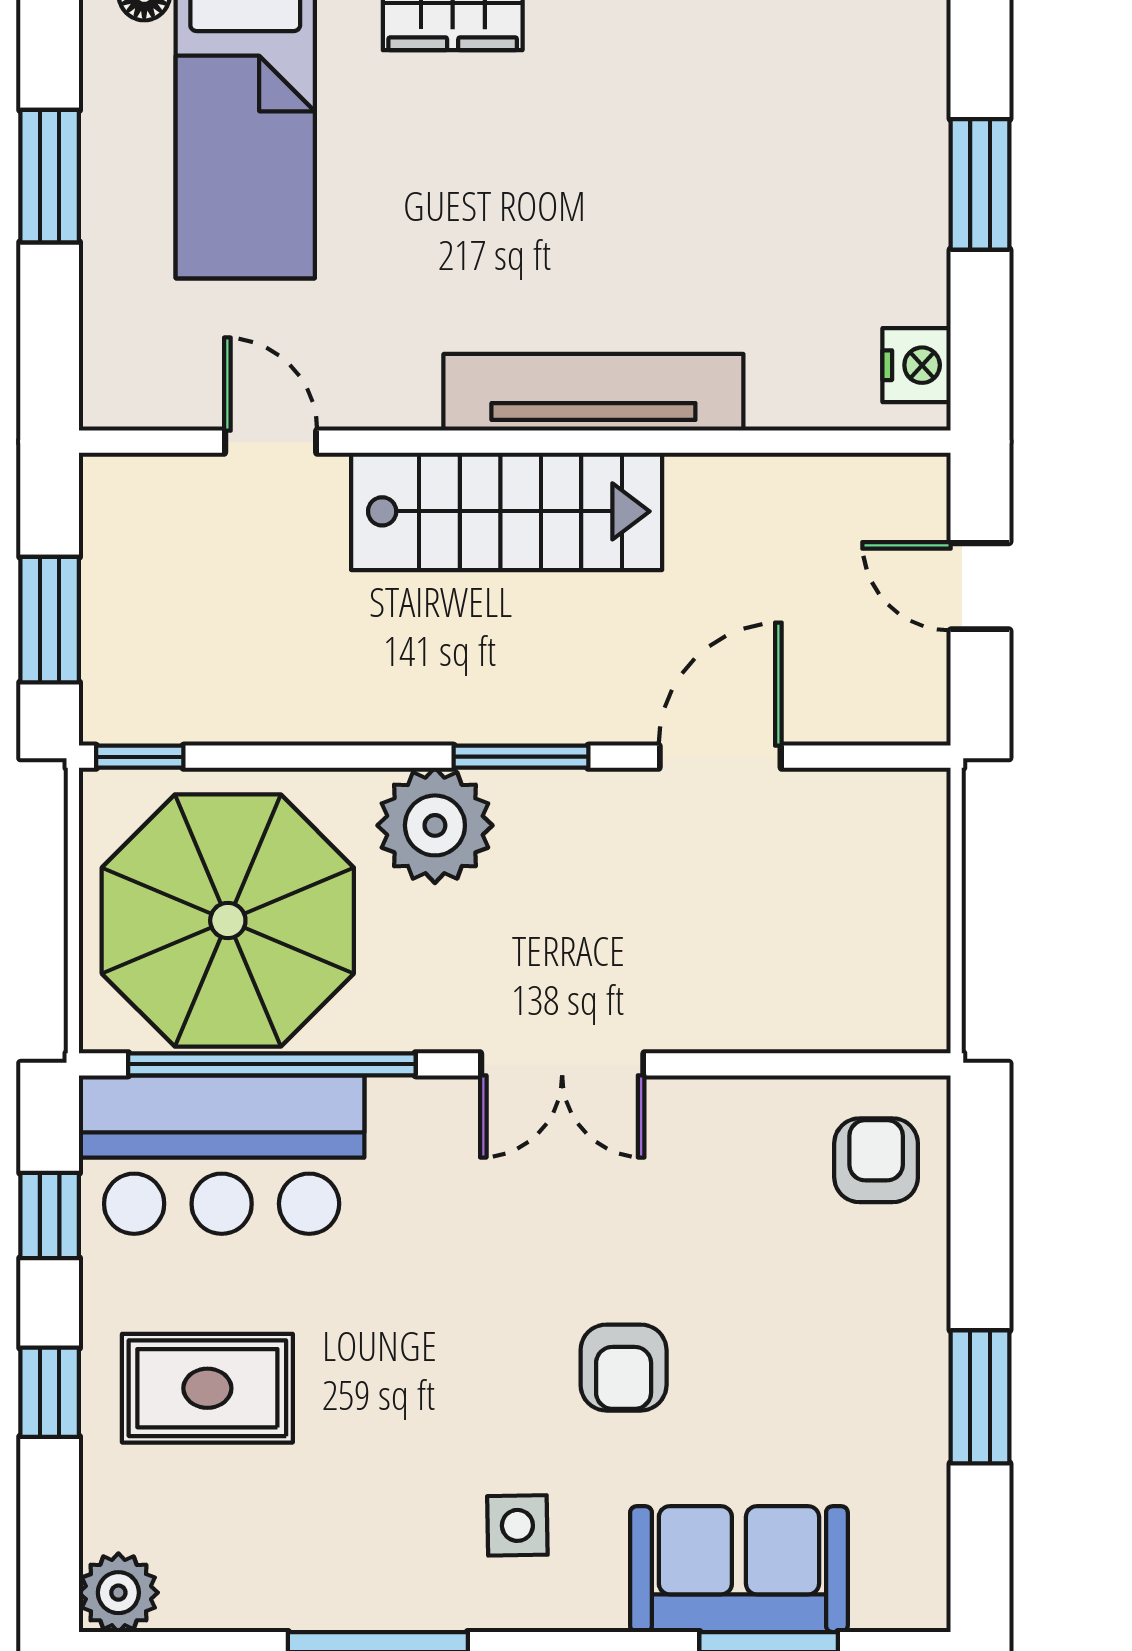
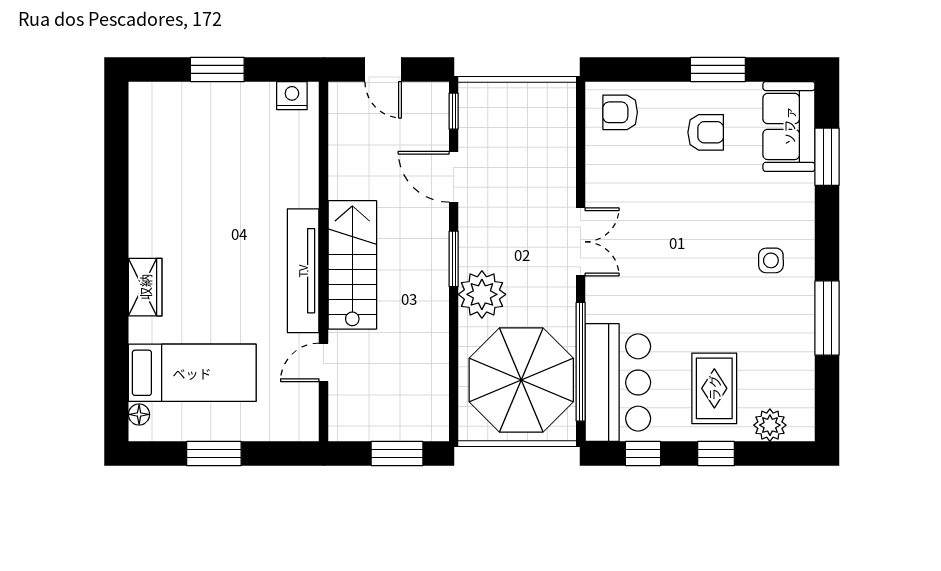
tv unit: (593, 392) -> (303, 271), moved
door: (980, 586) -> (383, 69), hinge flipped
window: (140, 757) -> (454, 111), moved
armchair: (624, 1368) -> (706, 132), moved
sofa: (739, 1569) -> (789, 126), moved
plant: (118, 1593) -> (770, 425), moved

